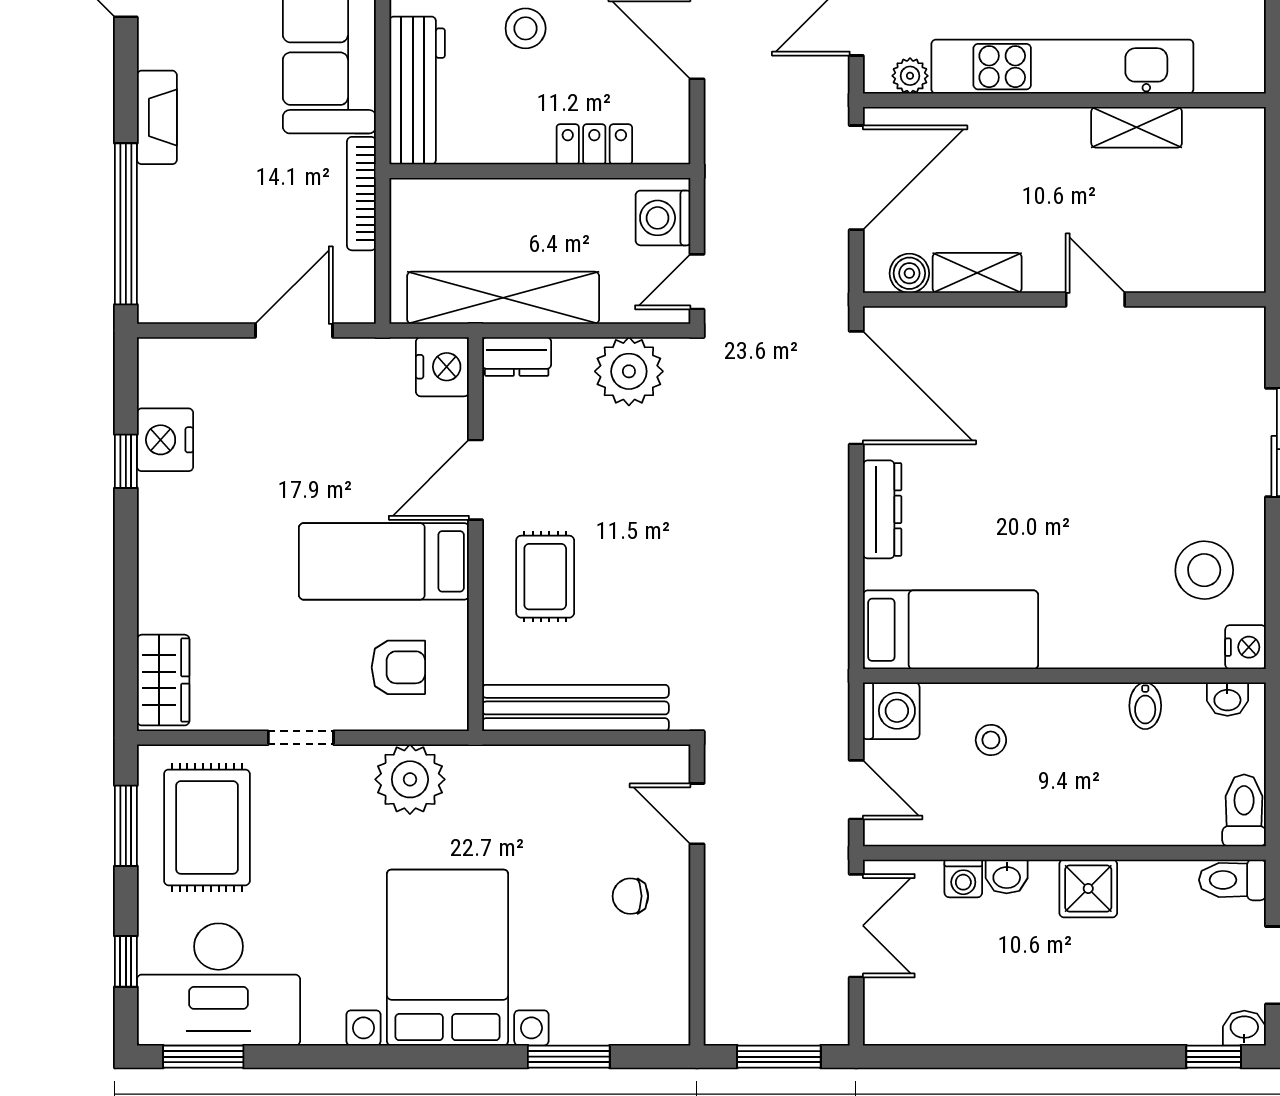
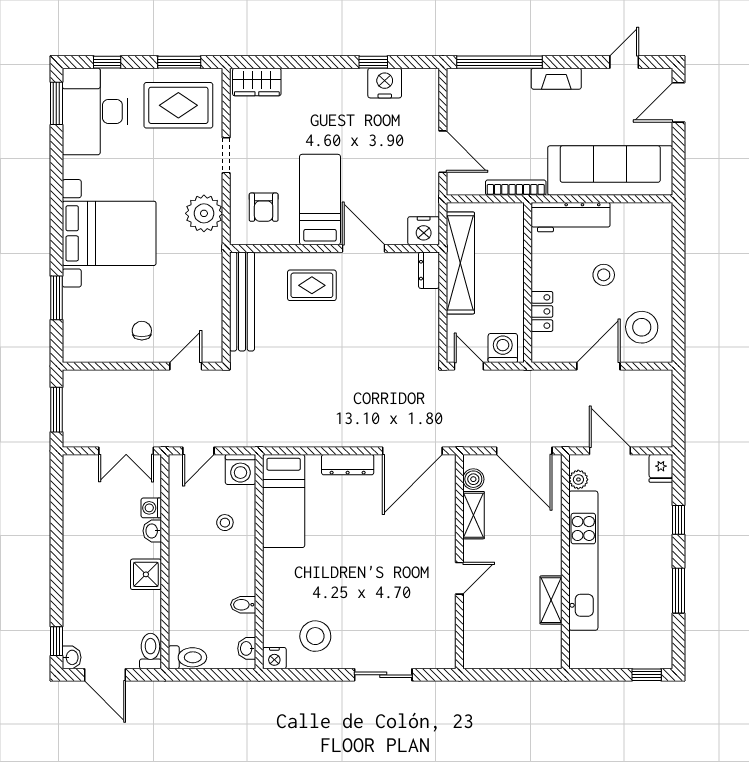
plant: (629, 371) -> (421, 330), removed

